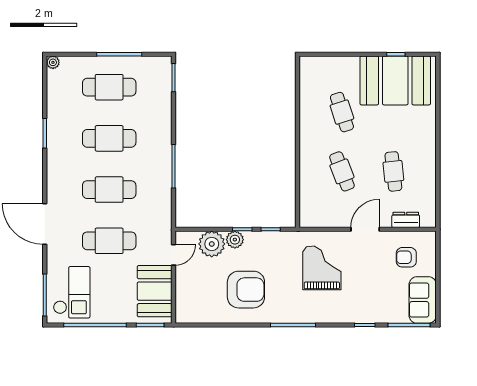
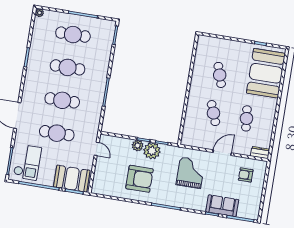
booth: (395, 80) -> (266, 73), moved, turned 90
dresser: (406, 220) -> (260, 153), moved
plant: (212, 244) -> (152, 151), moved
door: (174, 255) -> (97, 149), hinge flipped
booth: (155, 291) -> (72, 179), moved, turned 90
sofa: (423, 300) -> (222, 206), moved, turned 90

